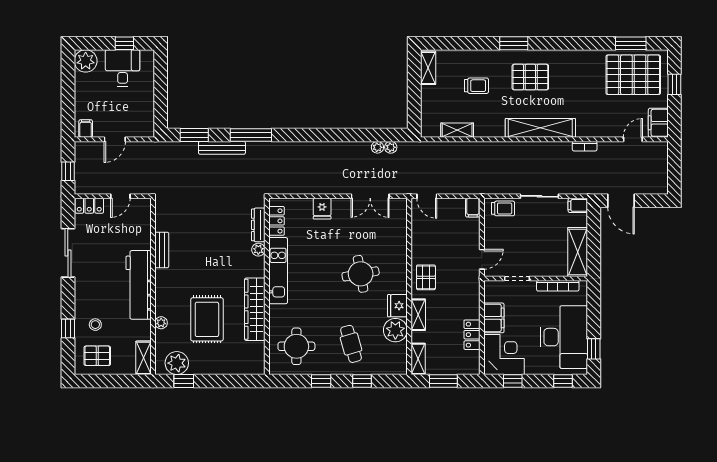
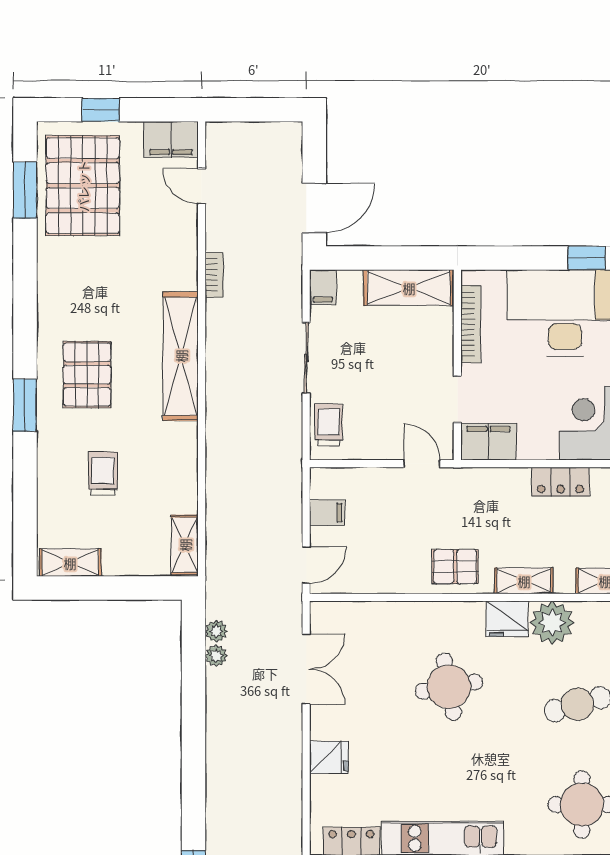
shelving: (457, 130) -> (185, 545), moved
filing cabinet: (473, 208) -> (327, 513), moved
filing cabinet: (494, 318) -> (488, 442), moved

